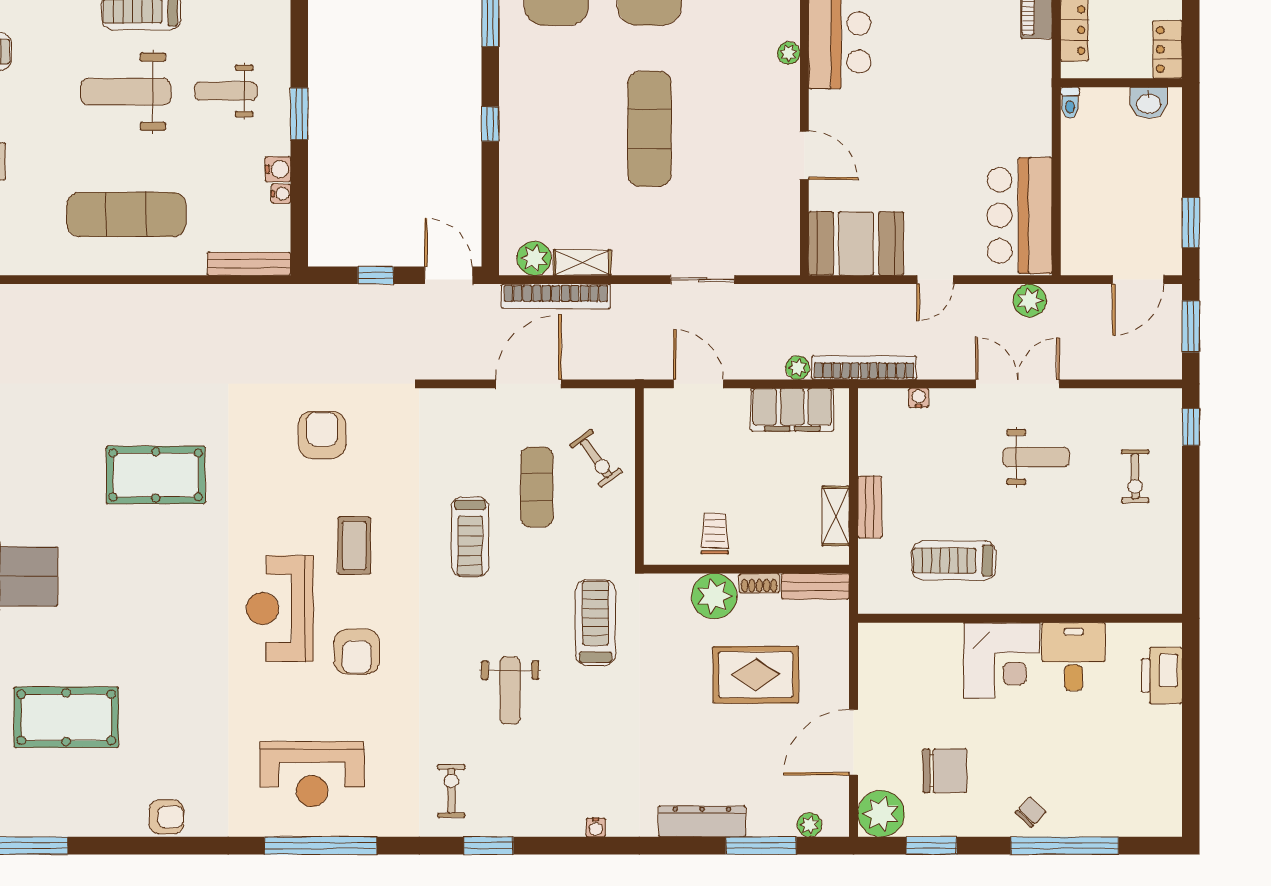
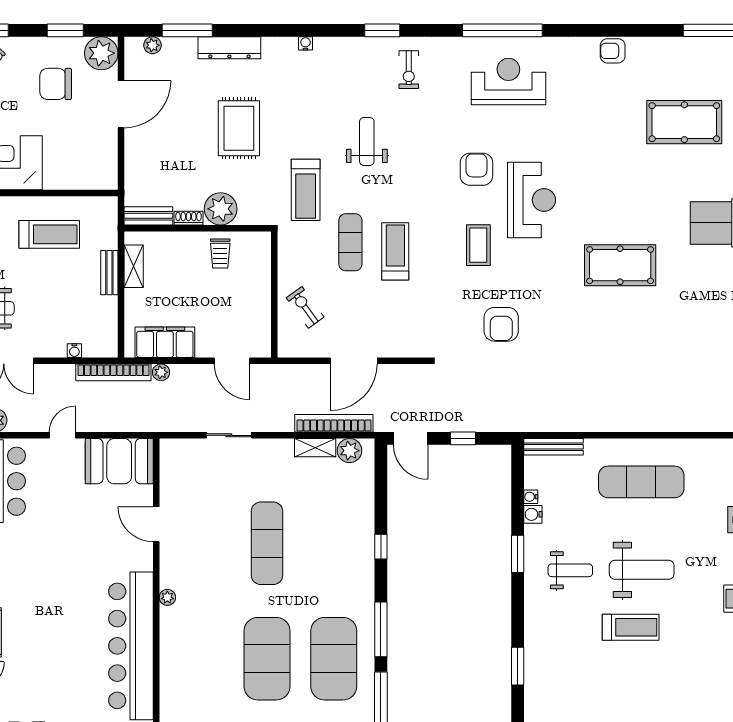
pool table: (156, 475) -> (620, 265), moved
exercise mat: (537, 487) -> (350, 242), moved
rug: (756, 675) -> (239, 128), moved, turned 90

